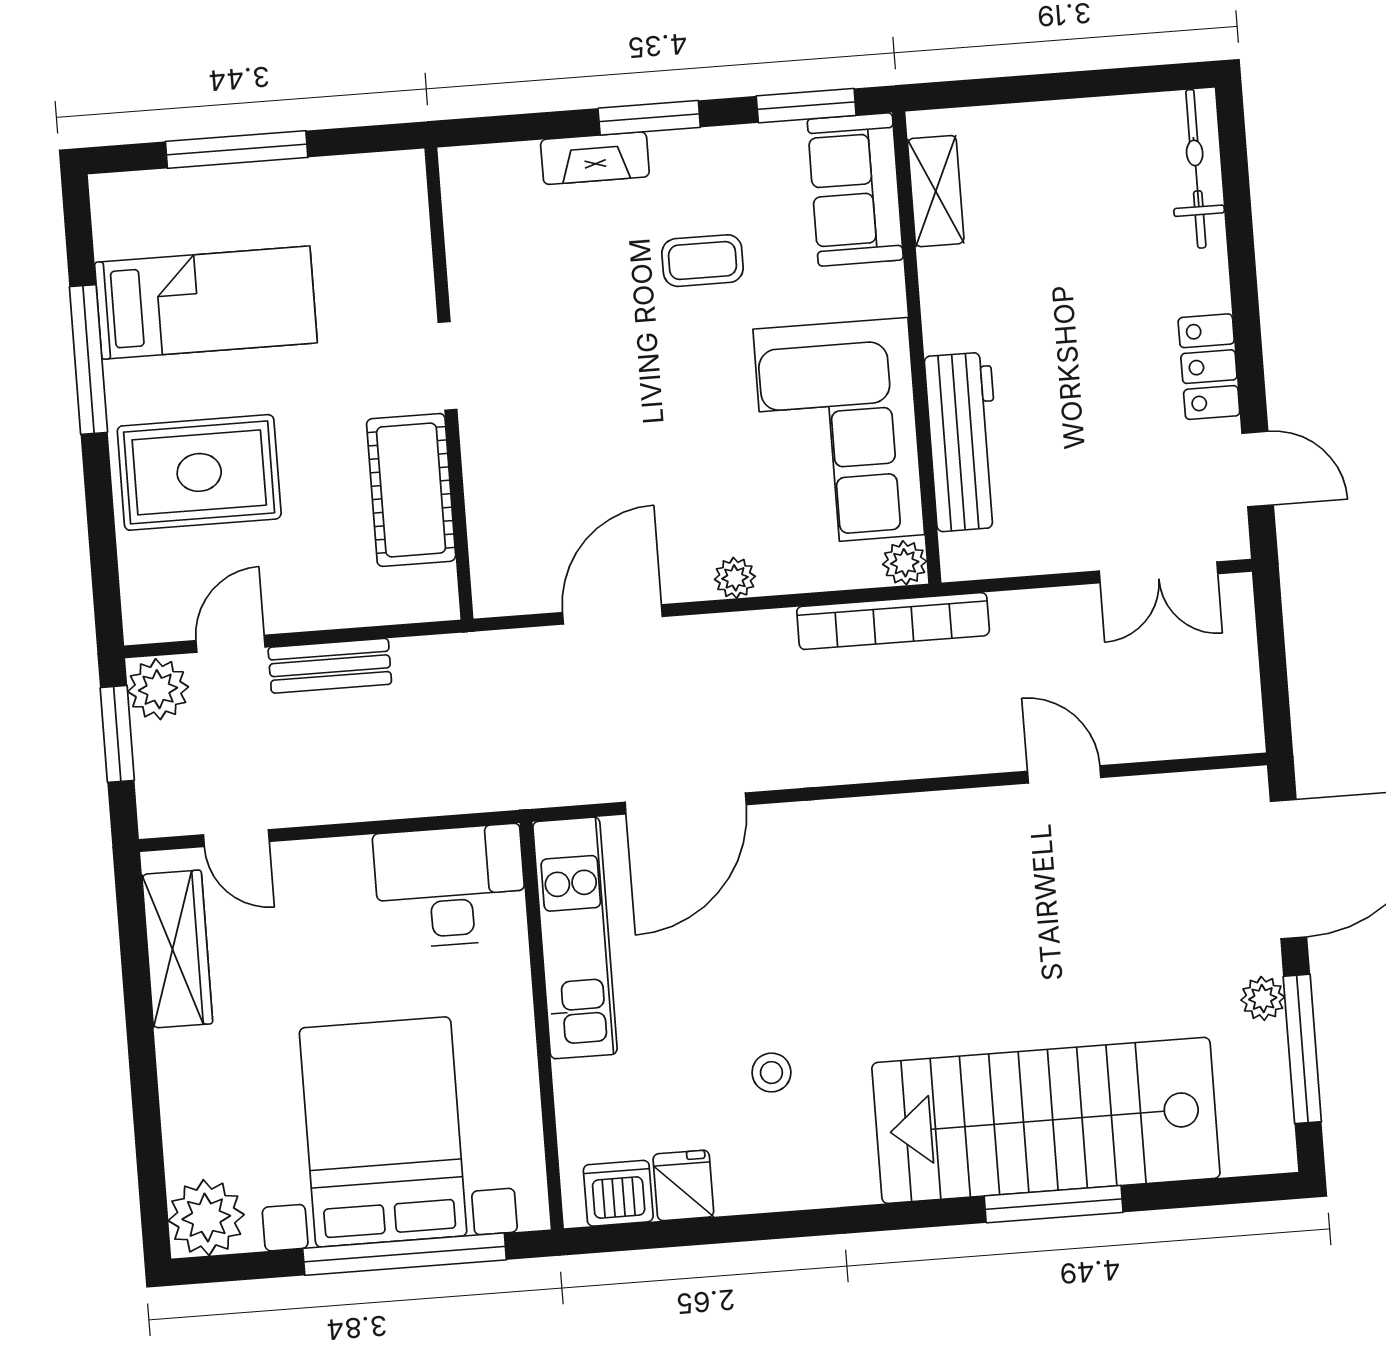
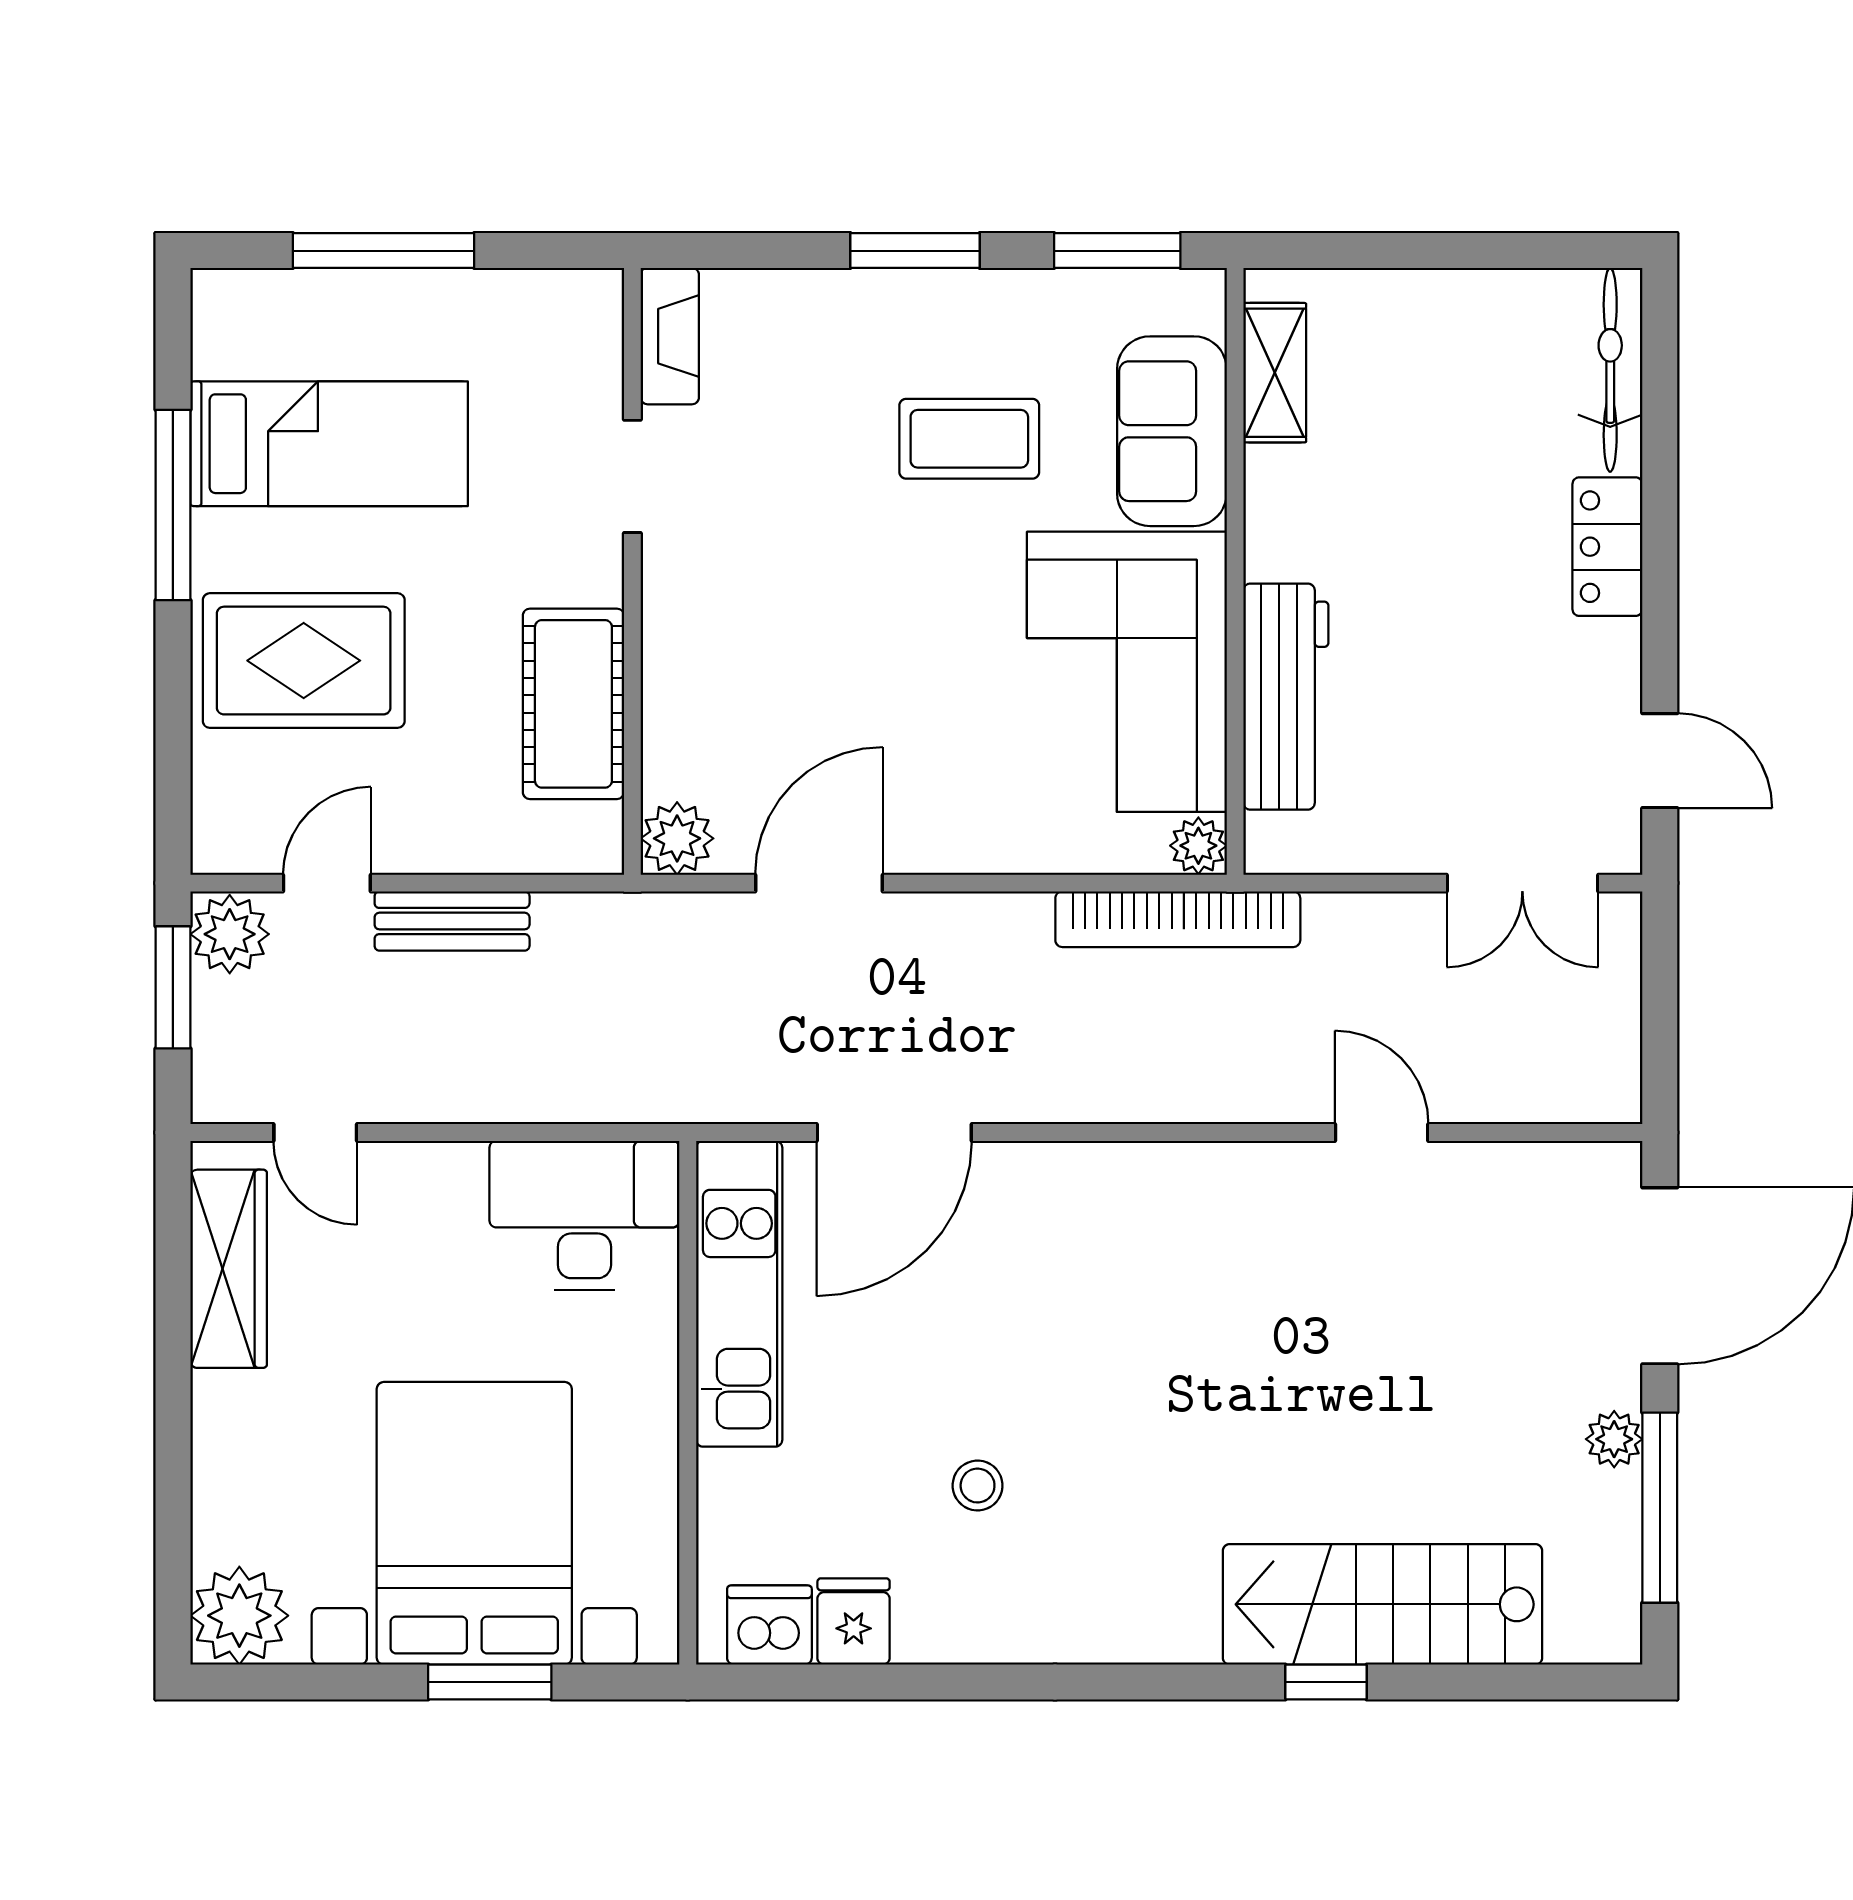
fireplace: (595, 158) -> (670, 336), moved, turned -90
sofa: (855, 189) -> (1172, 431), moved
coffee table: (703, 261) -> (969, 439), width x1.36, depth x1.30
doorway: (448, 366) -> (632, 476), moved
locker: (1209, 367) -> (1607, 547), moved
plant: (735, 578) -> (677, 838), moved, width x1.38, depth x1.38
stairs: (1046, 1120) -> (1383, 1604), width x0.73, depth x0.66
window: (1054, 1204) -> (1326, 1682), width x0.46
window: (405, 1254) -> (490, 1682), width x0.47

